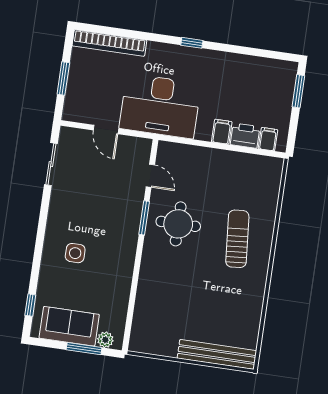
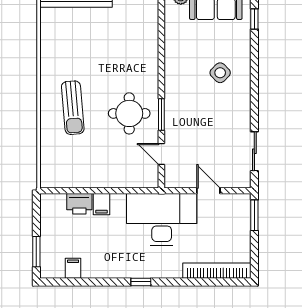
window: (63, 79) -> (254, 215), moved
filing cabinet: (268, 139) -> (73, 268), moved, turned 180
side table: (75, 253) -> (220, 73), turned 45

